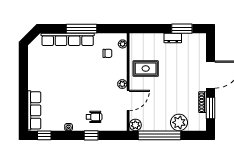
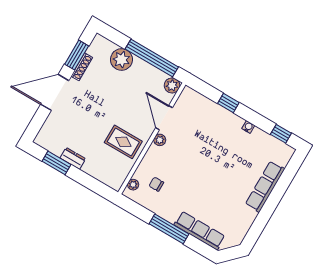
row of seats: (68, 39) -> (200, 231), width x0.73
door: (128, 100) -> (164, 118), hinge flipped
row of seats: (34, 110) -> (265, 187), moved
wheelchair: (94, 117) -> (213, 122), removed

